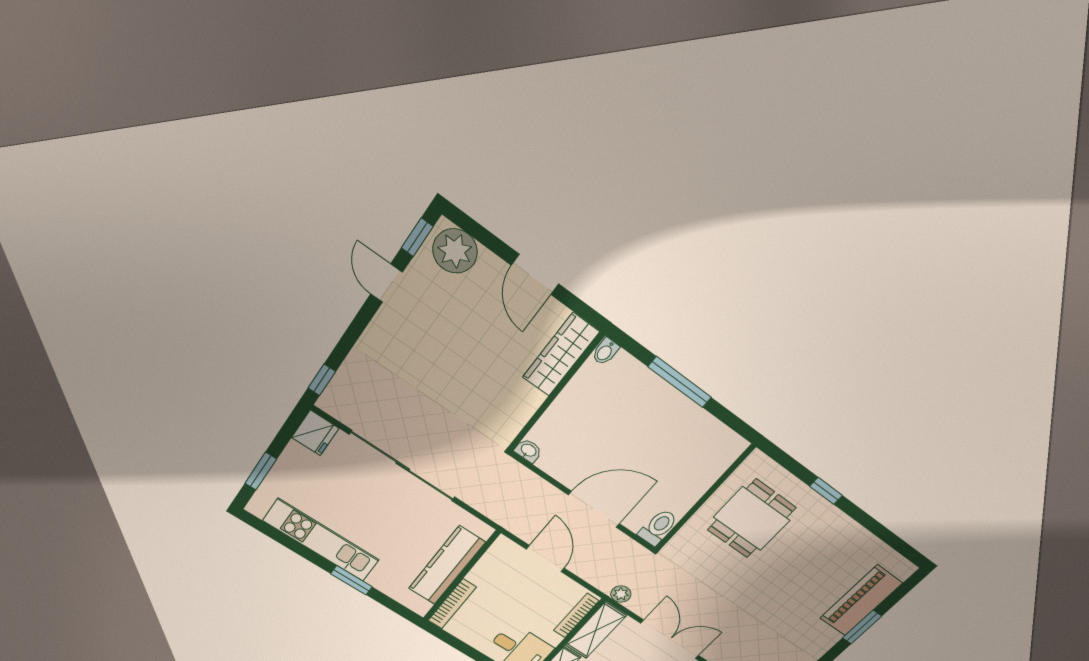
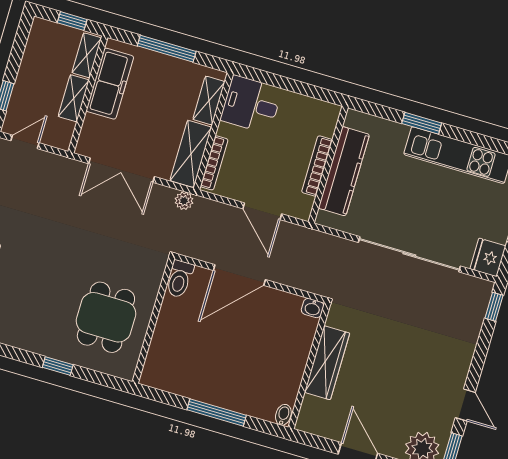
wardrobe: (561, 355) -> (327, 363), moved
bookcase: (452, 604) -> (317, 166), moved

